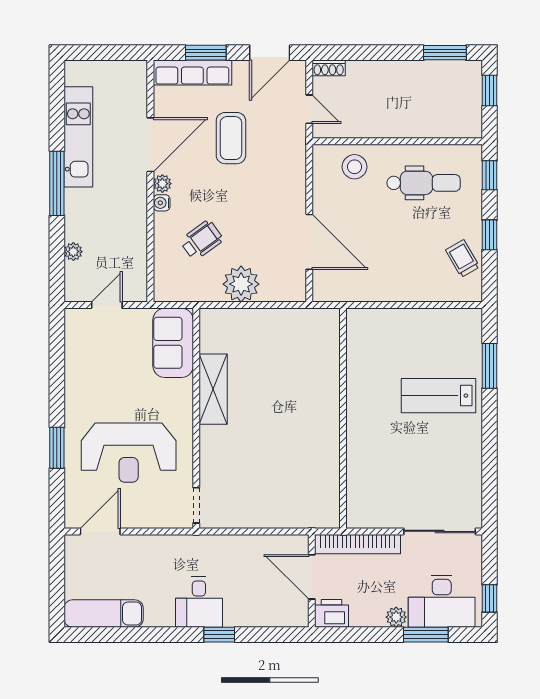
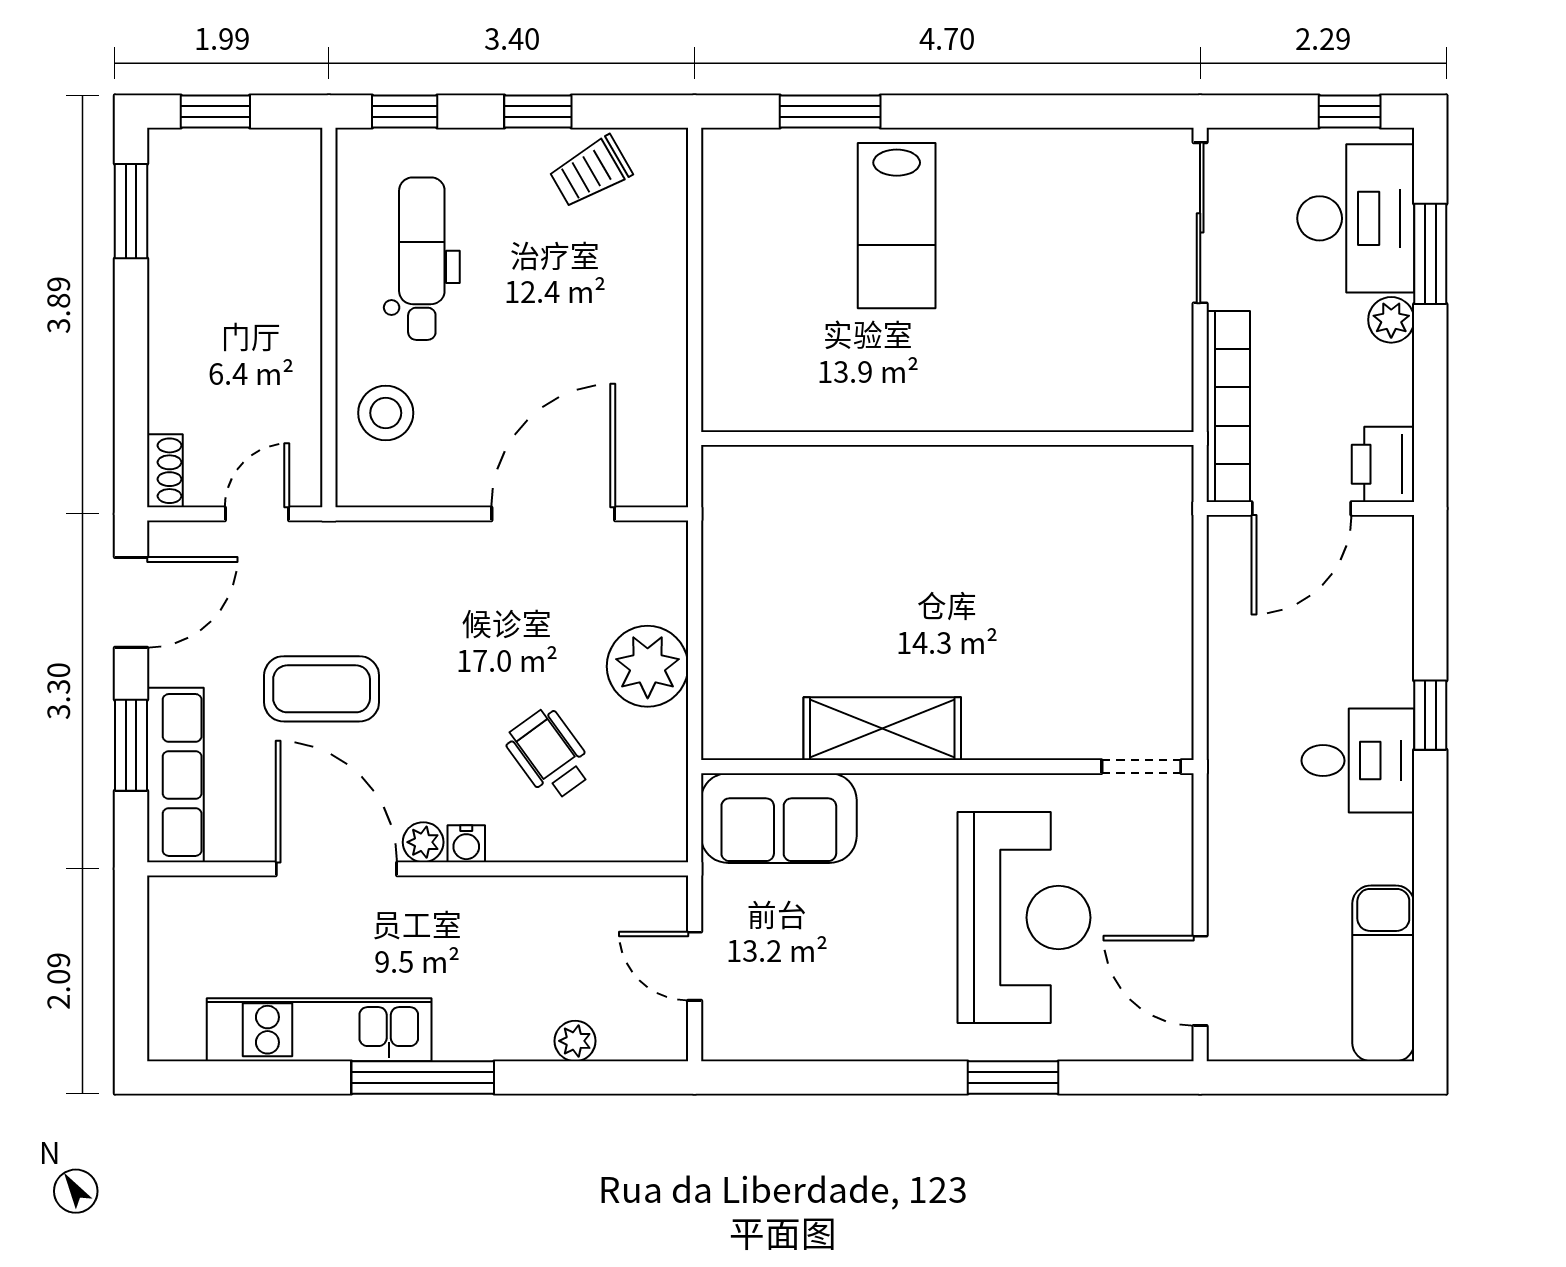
door: (270, 53) -> (131, 602), hinge flipped

